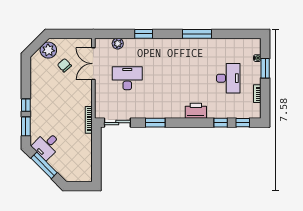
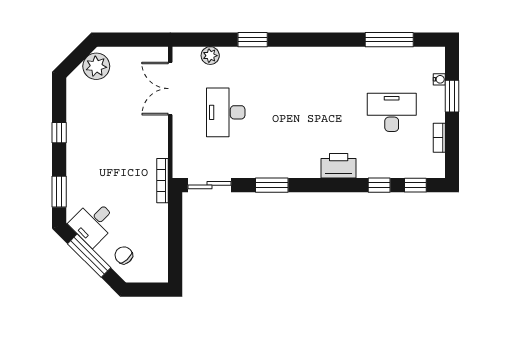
window: (197, 34) -> (389, 40), moved
chair: (64, 65) -> (124, 255), moved
desk: (127, 78) -> (226, 112), turned -90
desk: (228, 78) -> (392, 112), turned -90
window: (26, 105) -> (59, 133), moved

